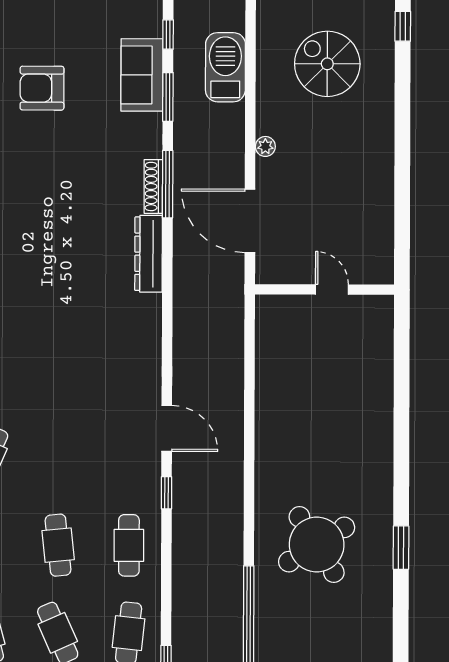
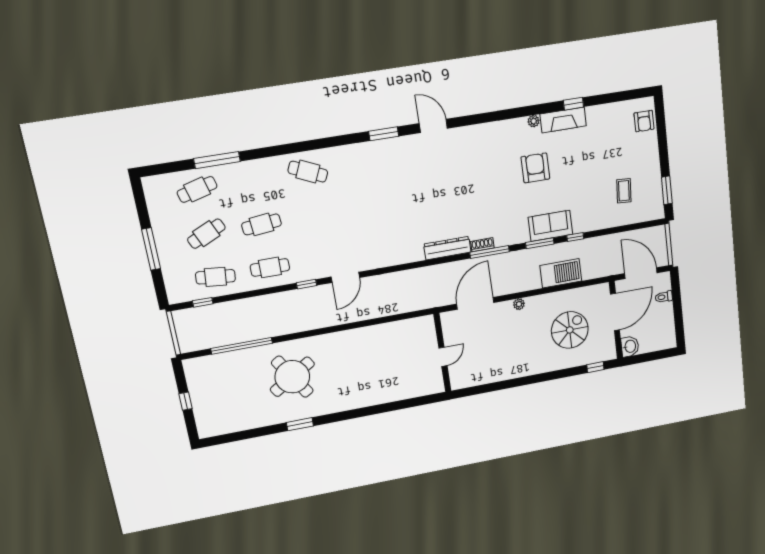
shoe rack: (153, 186) -> (482, 245), width x0.70

